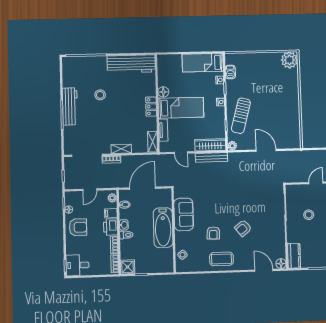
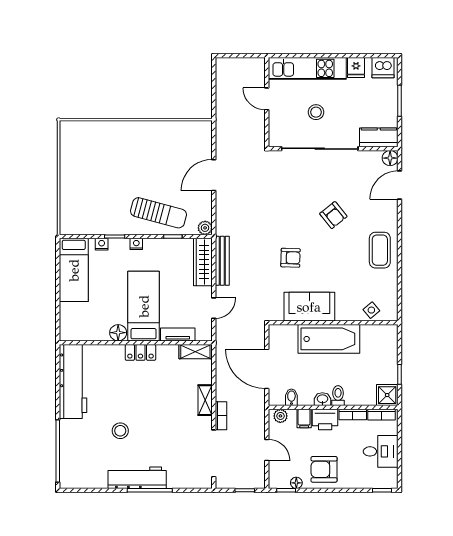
plant: (289, 60) -> (73, 134), removed
barbecue: (230, 72) -> (89, 227), removed
armchair: (78, 227) -> (324, 469), turned -90
armchair: (213, 233) -> (290, 258), moved
desk: (77, 265) -> (381, 451), moved, turned -90

